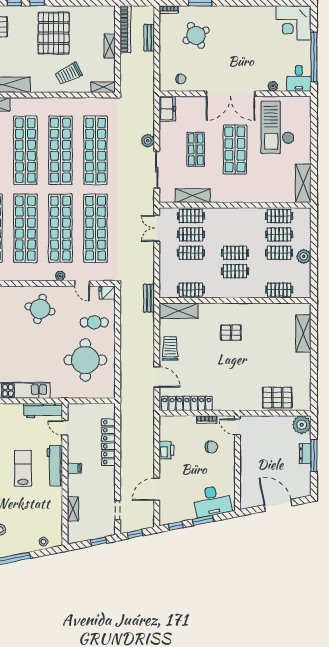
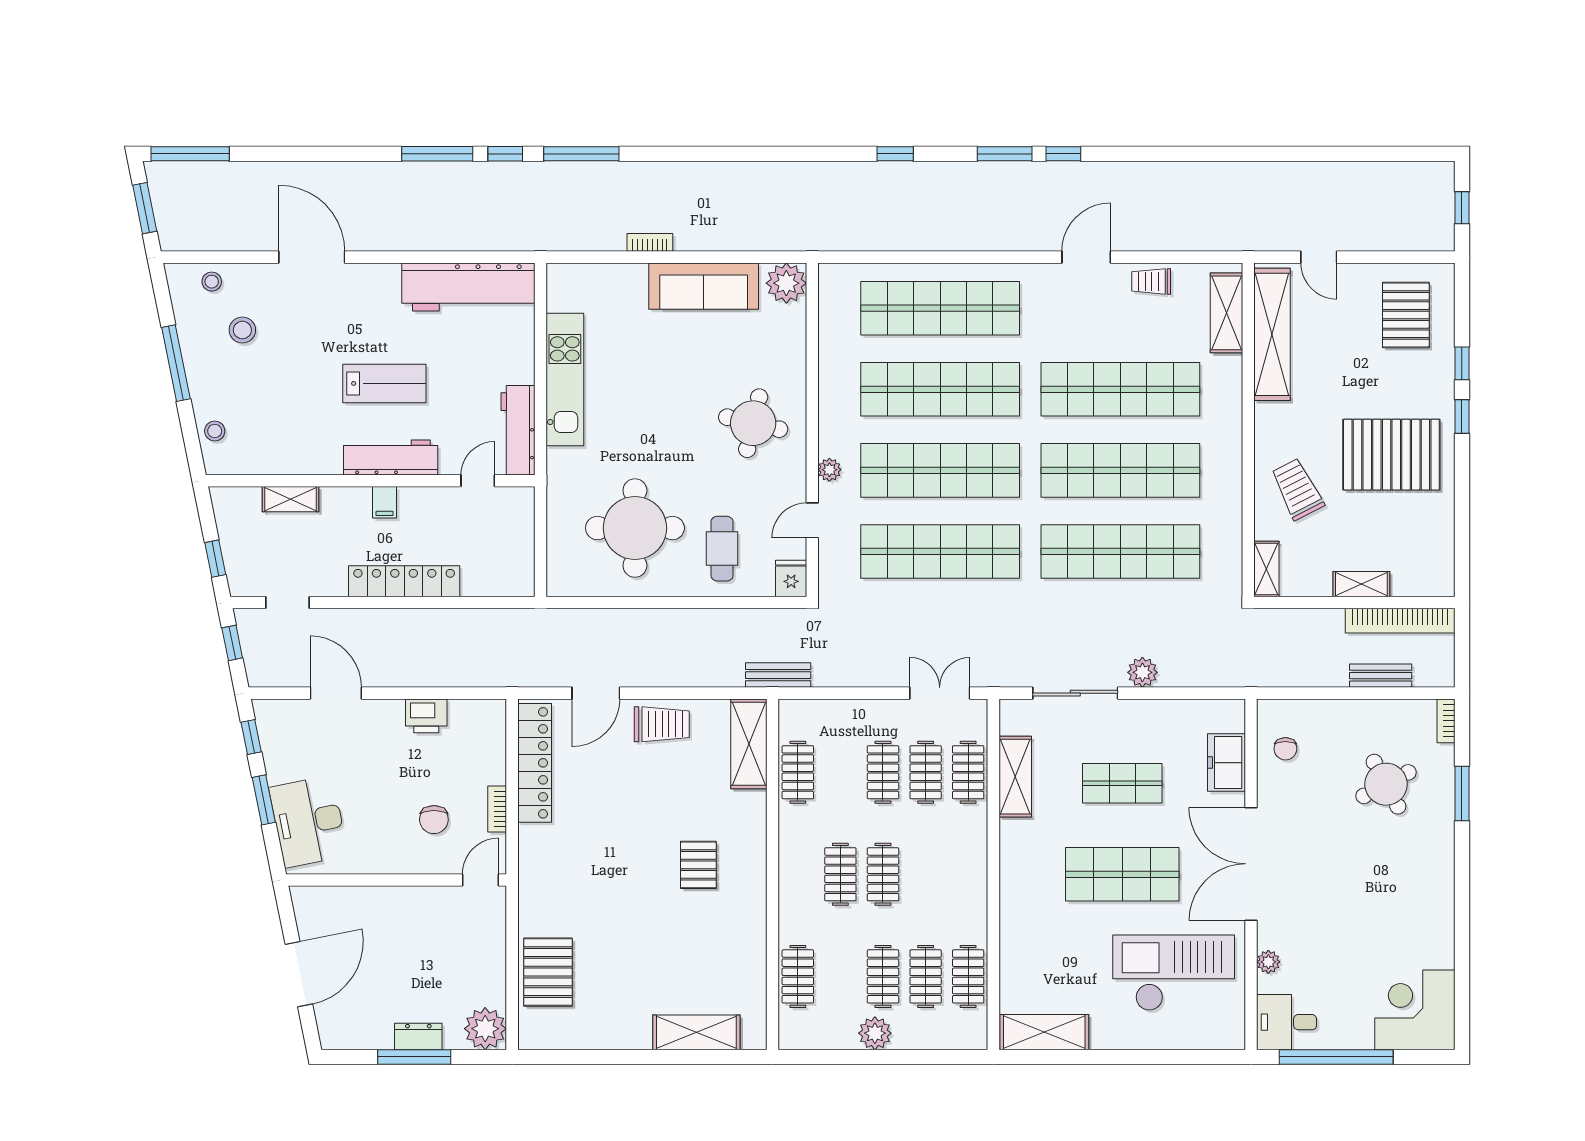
freezer: (167, 109) -> (1227, 763), moved, turned 90
locker: (108, 442) -> (404, 581), moved

